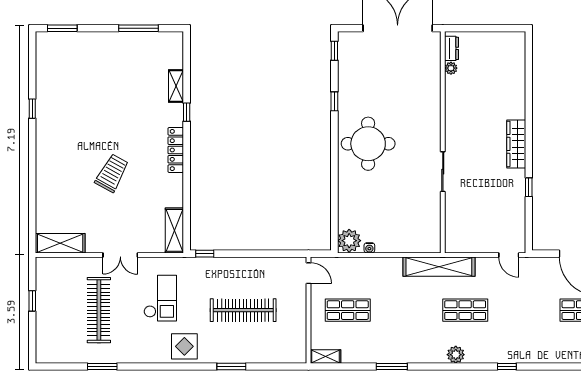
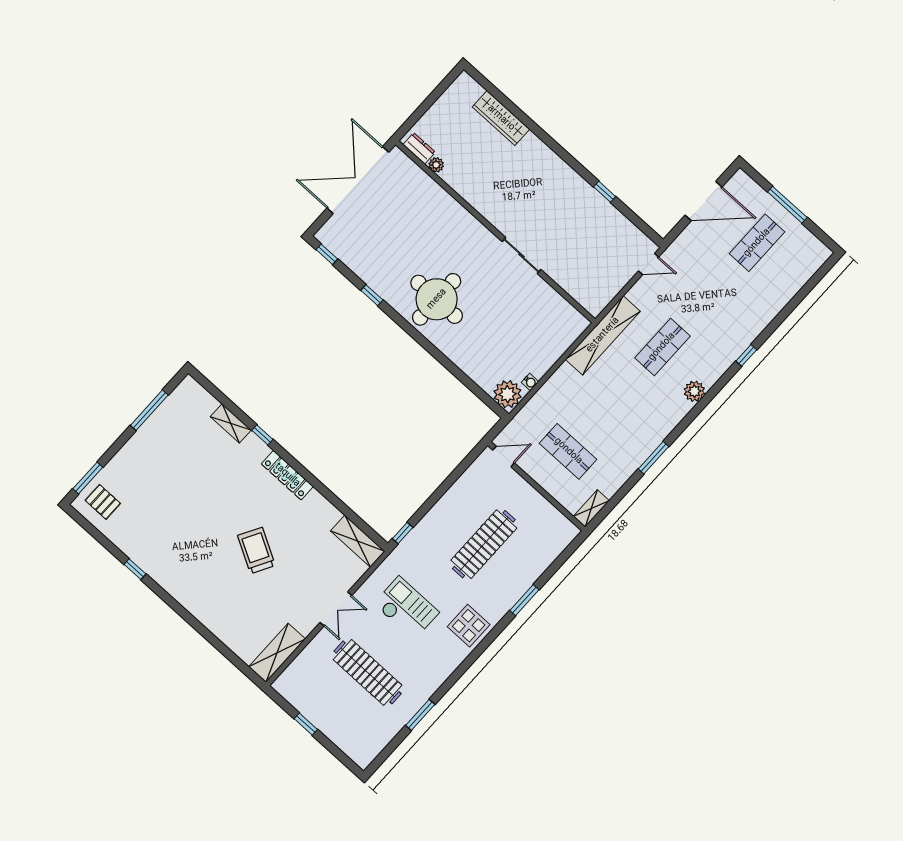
pallet: (56, 51) -> (103, 502), added
wardrobe: (516, 144) -> (501, 118), moved
shop shelf: (348, 310) -> (568, 451), turned 90

